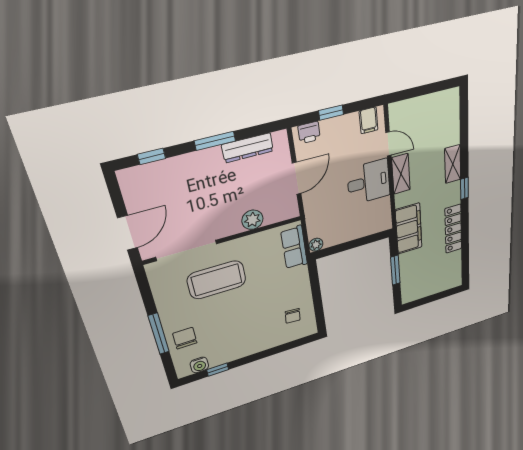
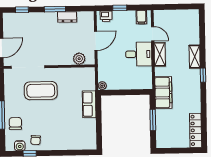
dresser: (248, 148) -> (67, 17), width x0.70
plant: (252, 220) -> (79, 59), moved
locker: (453, 229) -> (196, 130), moved
row of seats: (294, 247) -> (89, 104), moved
chair: (293, 316) -> (36, 140), moved

